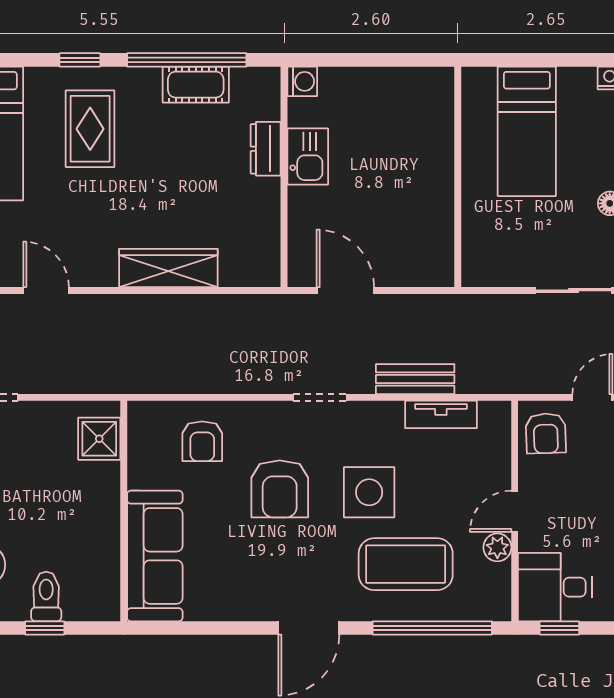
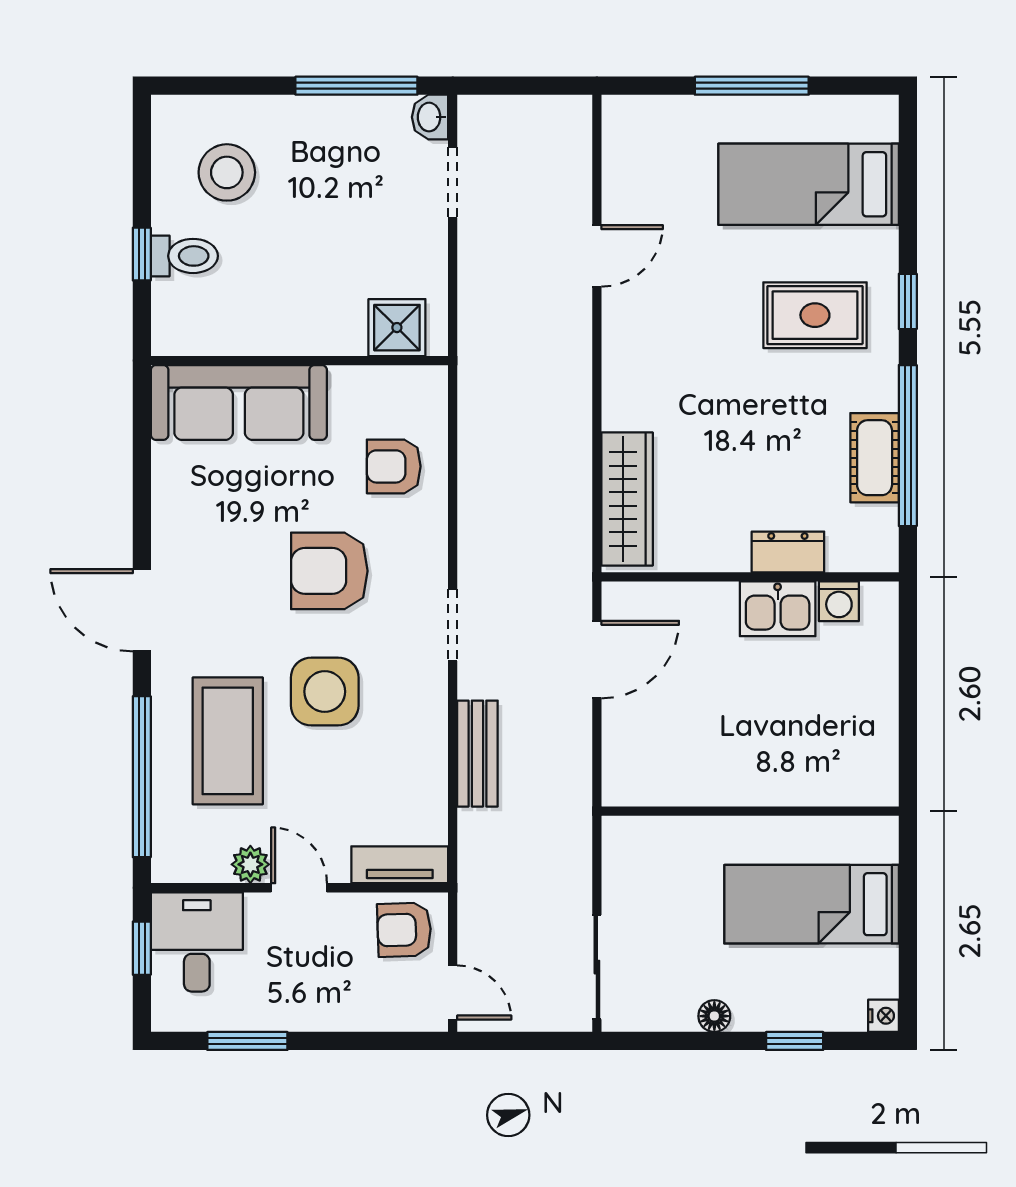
washing machine: (302, 81) -> (839, 601), moved
wardrobe: (168, 268) -> (627, 499), moved
tv unit: (441, 414) -> (400, 865), moved, turned 90

